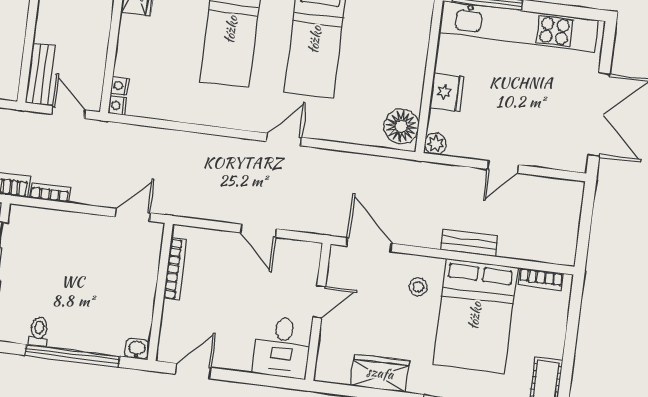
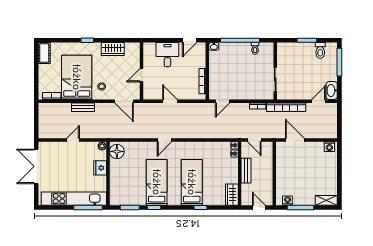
bench: (40, 74) -> (246, 171), moved
desk: (282, 347) -> (167, 55), moved

